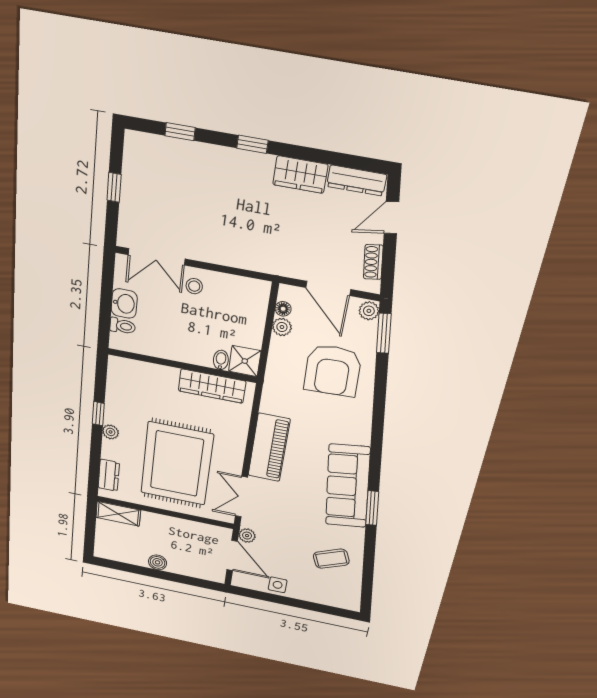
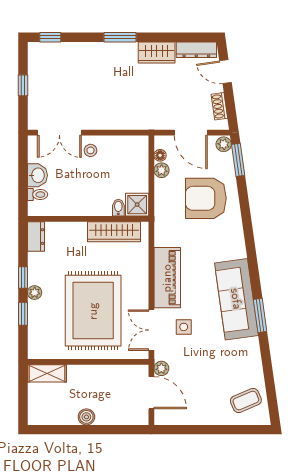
window: (180, 132) -> (50, 37), moved
window: (252, 144) -> (120, 37), width x1.50
door: (391, 218) -> (226, 72), hinge flipped
armchair: (333, 371) -> (206, 198), turned 92
window: (96, 451) -> (23, 314), added
dresser: (109, 475) -> (36, 237), moved
coffee table: (331, 559) -> (246, 401), moved
side table: (278, 585) -> (184, 327), moved

